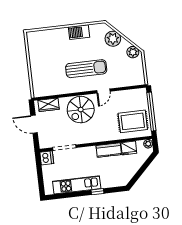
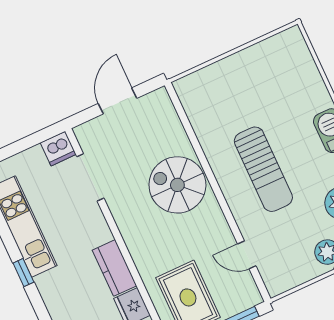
door: (103, 91) -> (247, 255), moved
wardrobe: (49, 105) -> (166, 117), removed

